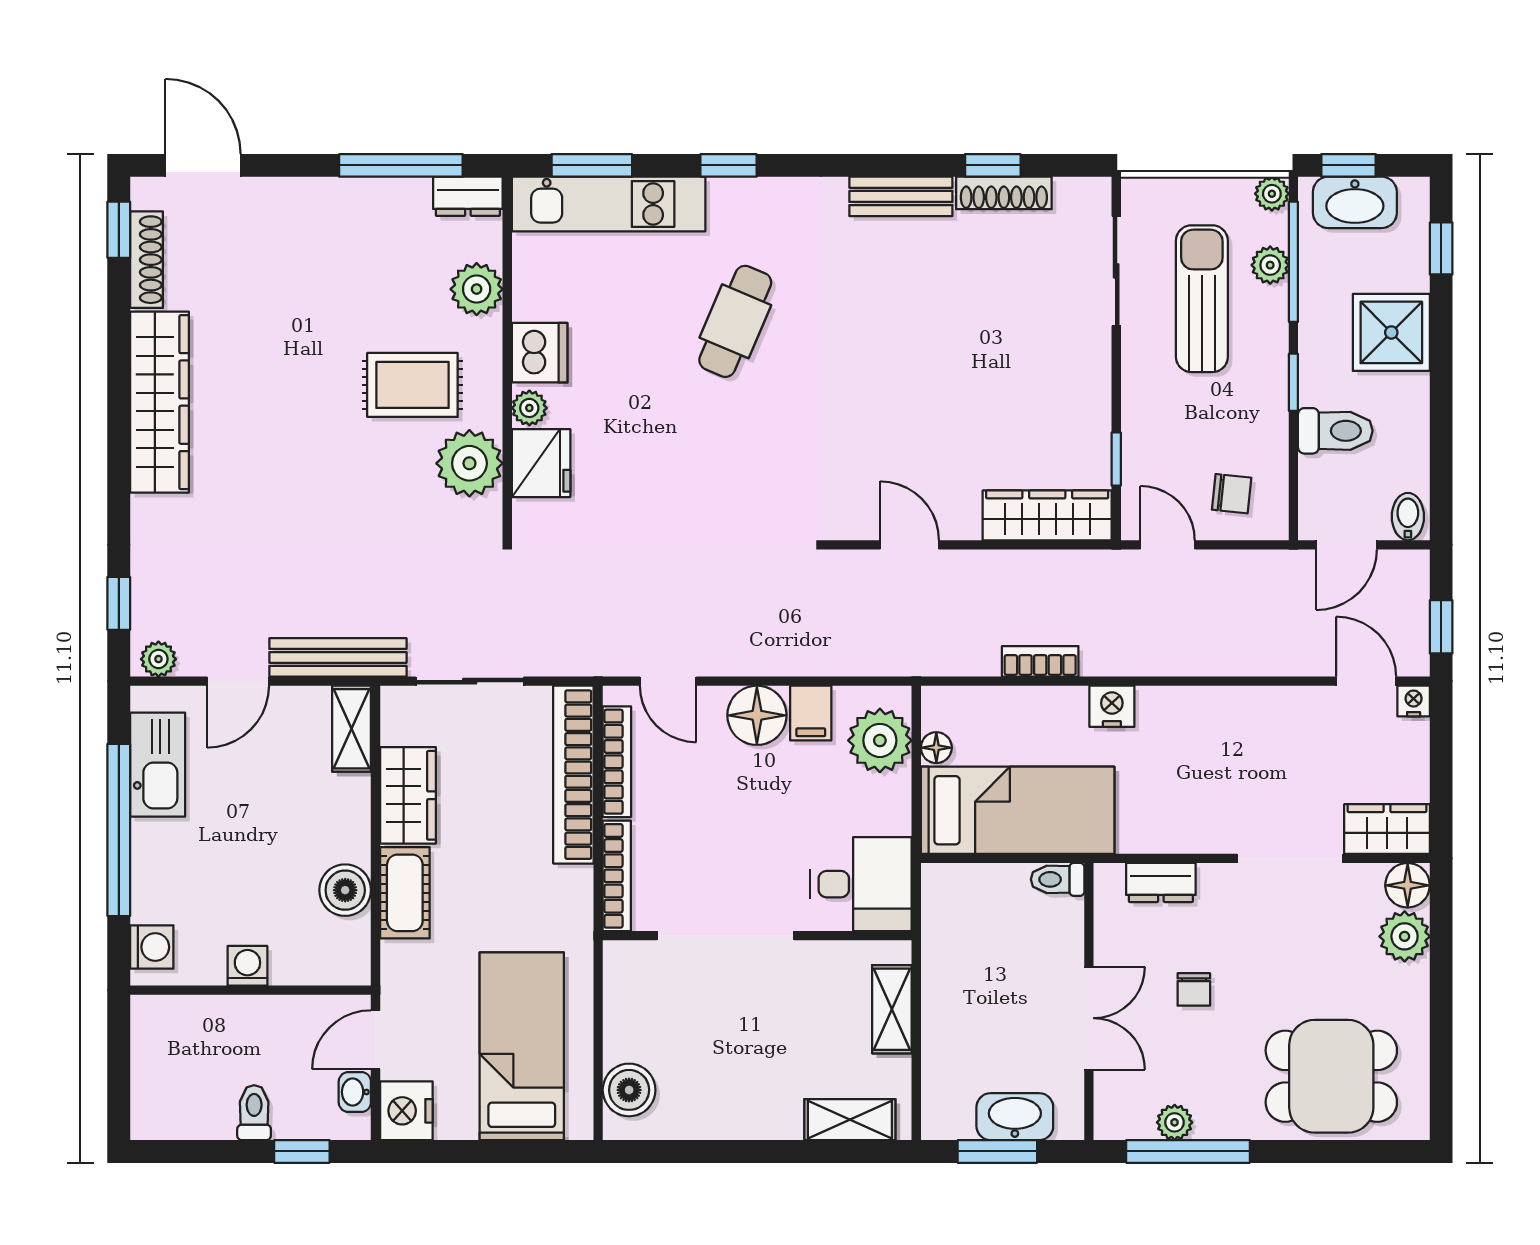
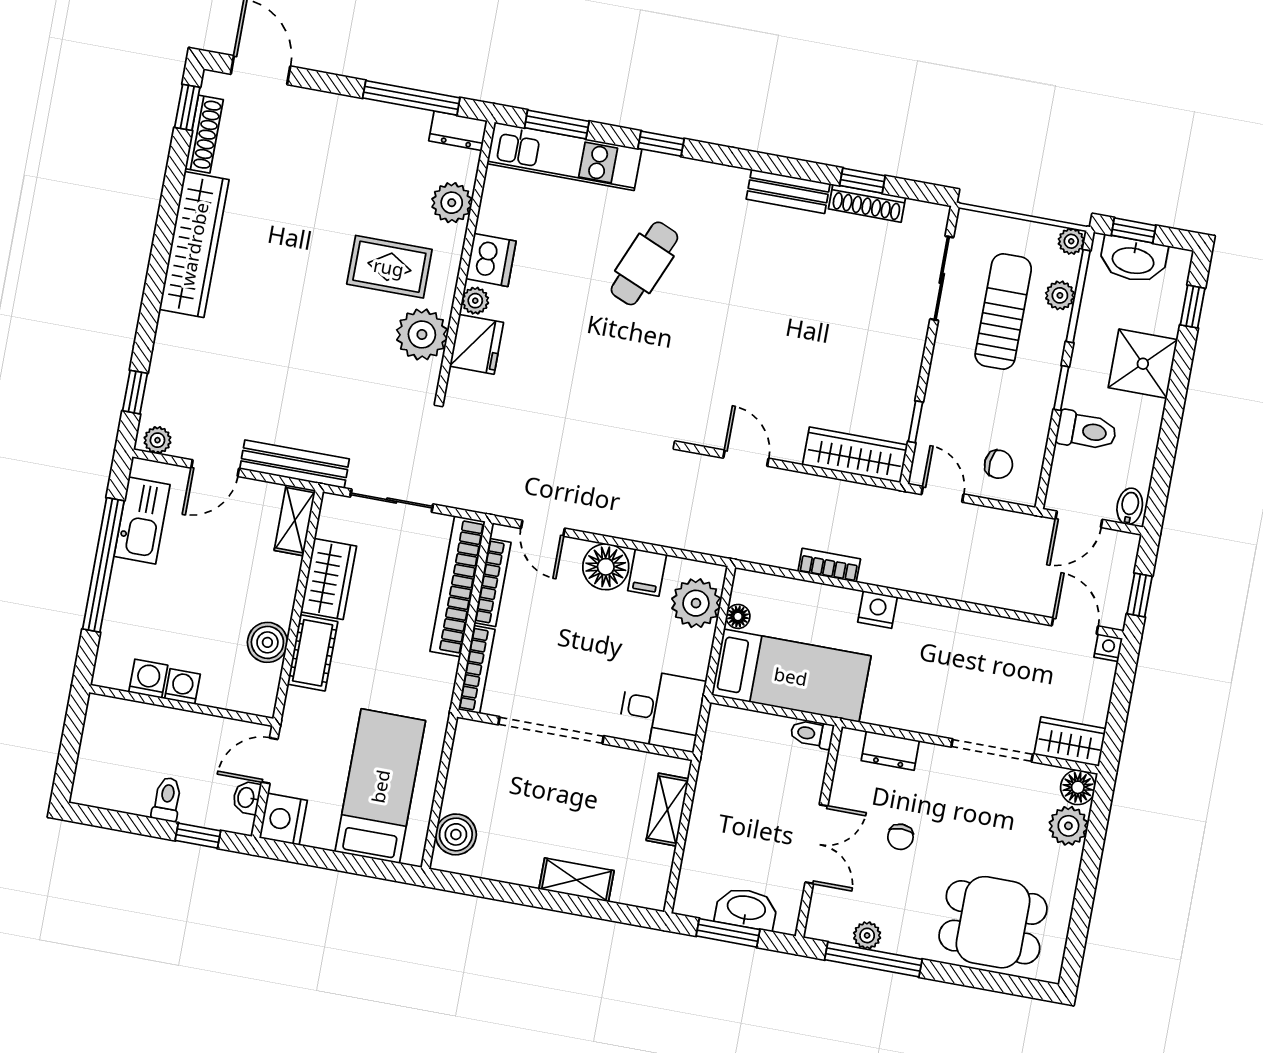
washing machine: (152, 947) -> (148, 679), moved, turned -90
shelving: (850, 1120) -> (576, 880), moved

